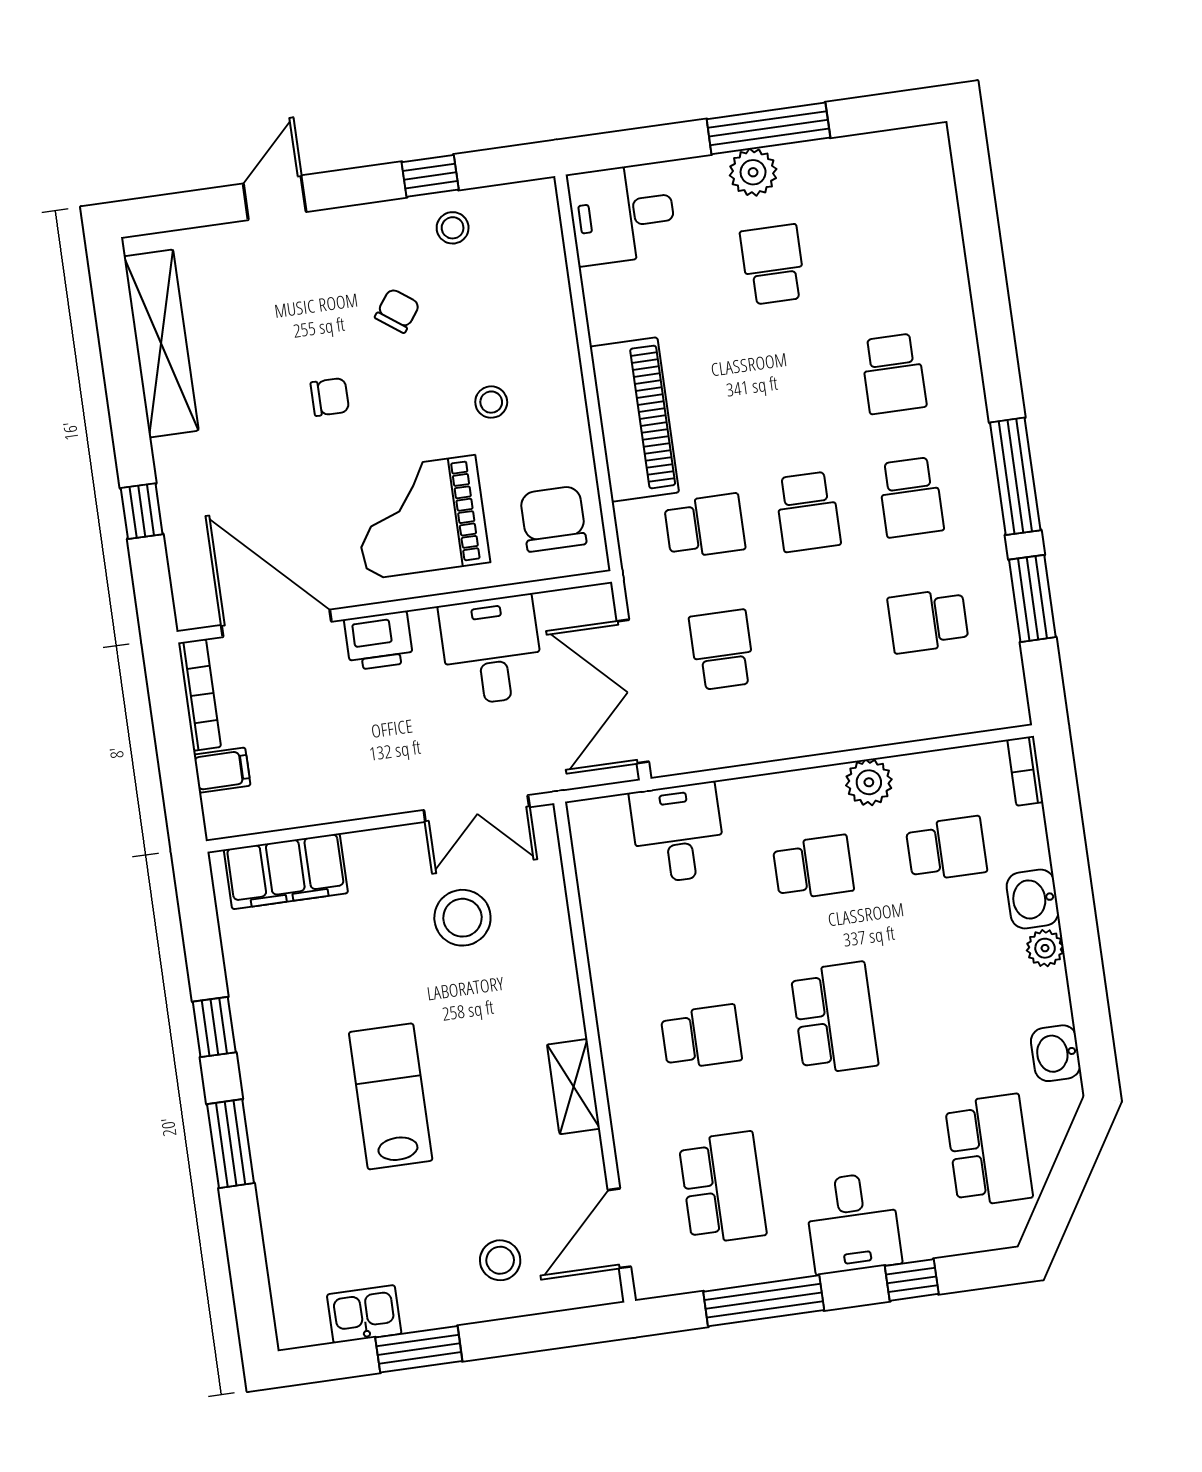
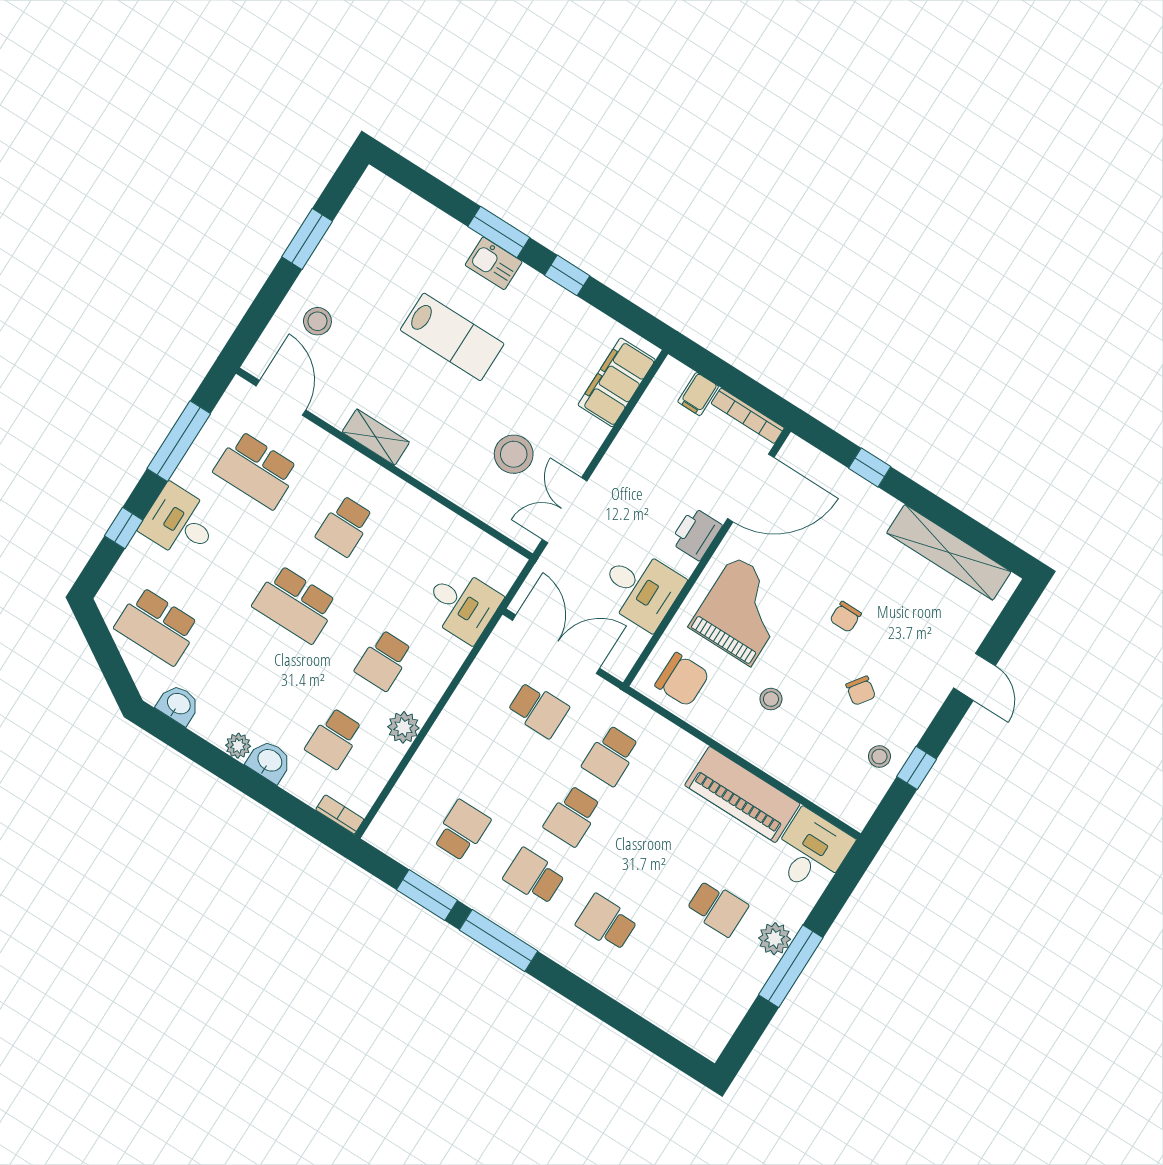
piano: (634, 420) -> (742, 795), moved
school desk: (808, 512) -> (572, 816), turned -90
kitchen sink: (364, 1314) -> (494, 263), moved, turned 90

